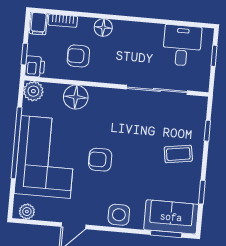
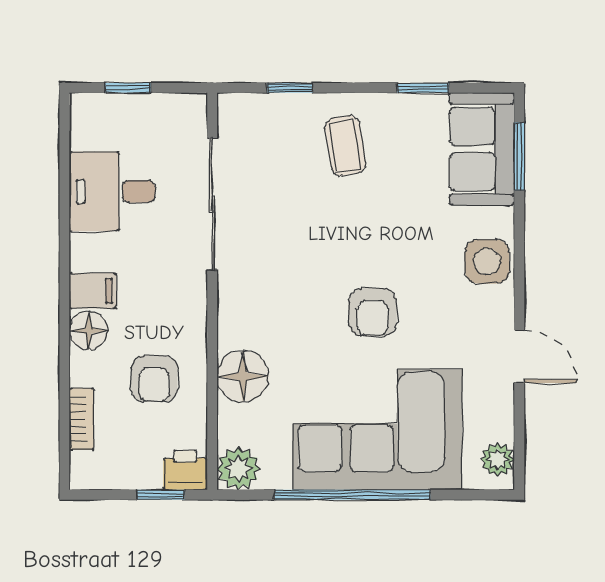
filing cabinet: (38, 24) -> (93, 291), moved
desk: (182, 46) -> (112, 191), moved

